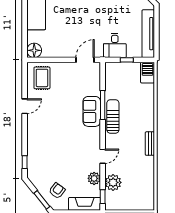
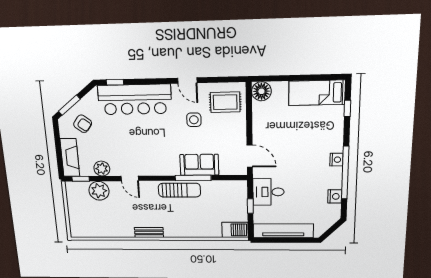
side table: (55, 102) -> (194, 120), added
sofa: (92, 111) -> (199, 165), moved
bar counter: (38, 148) -> (135, 99), added

